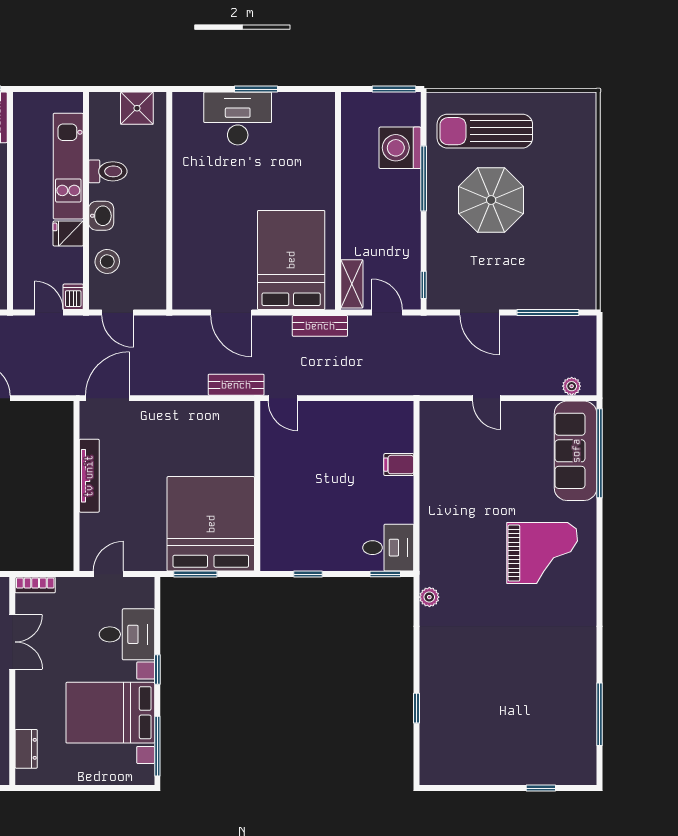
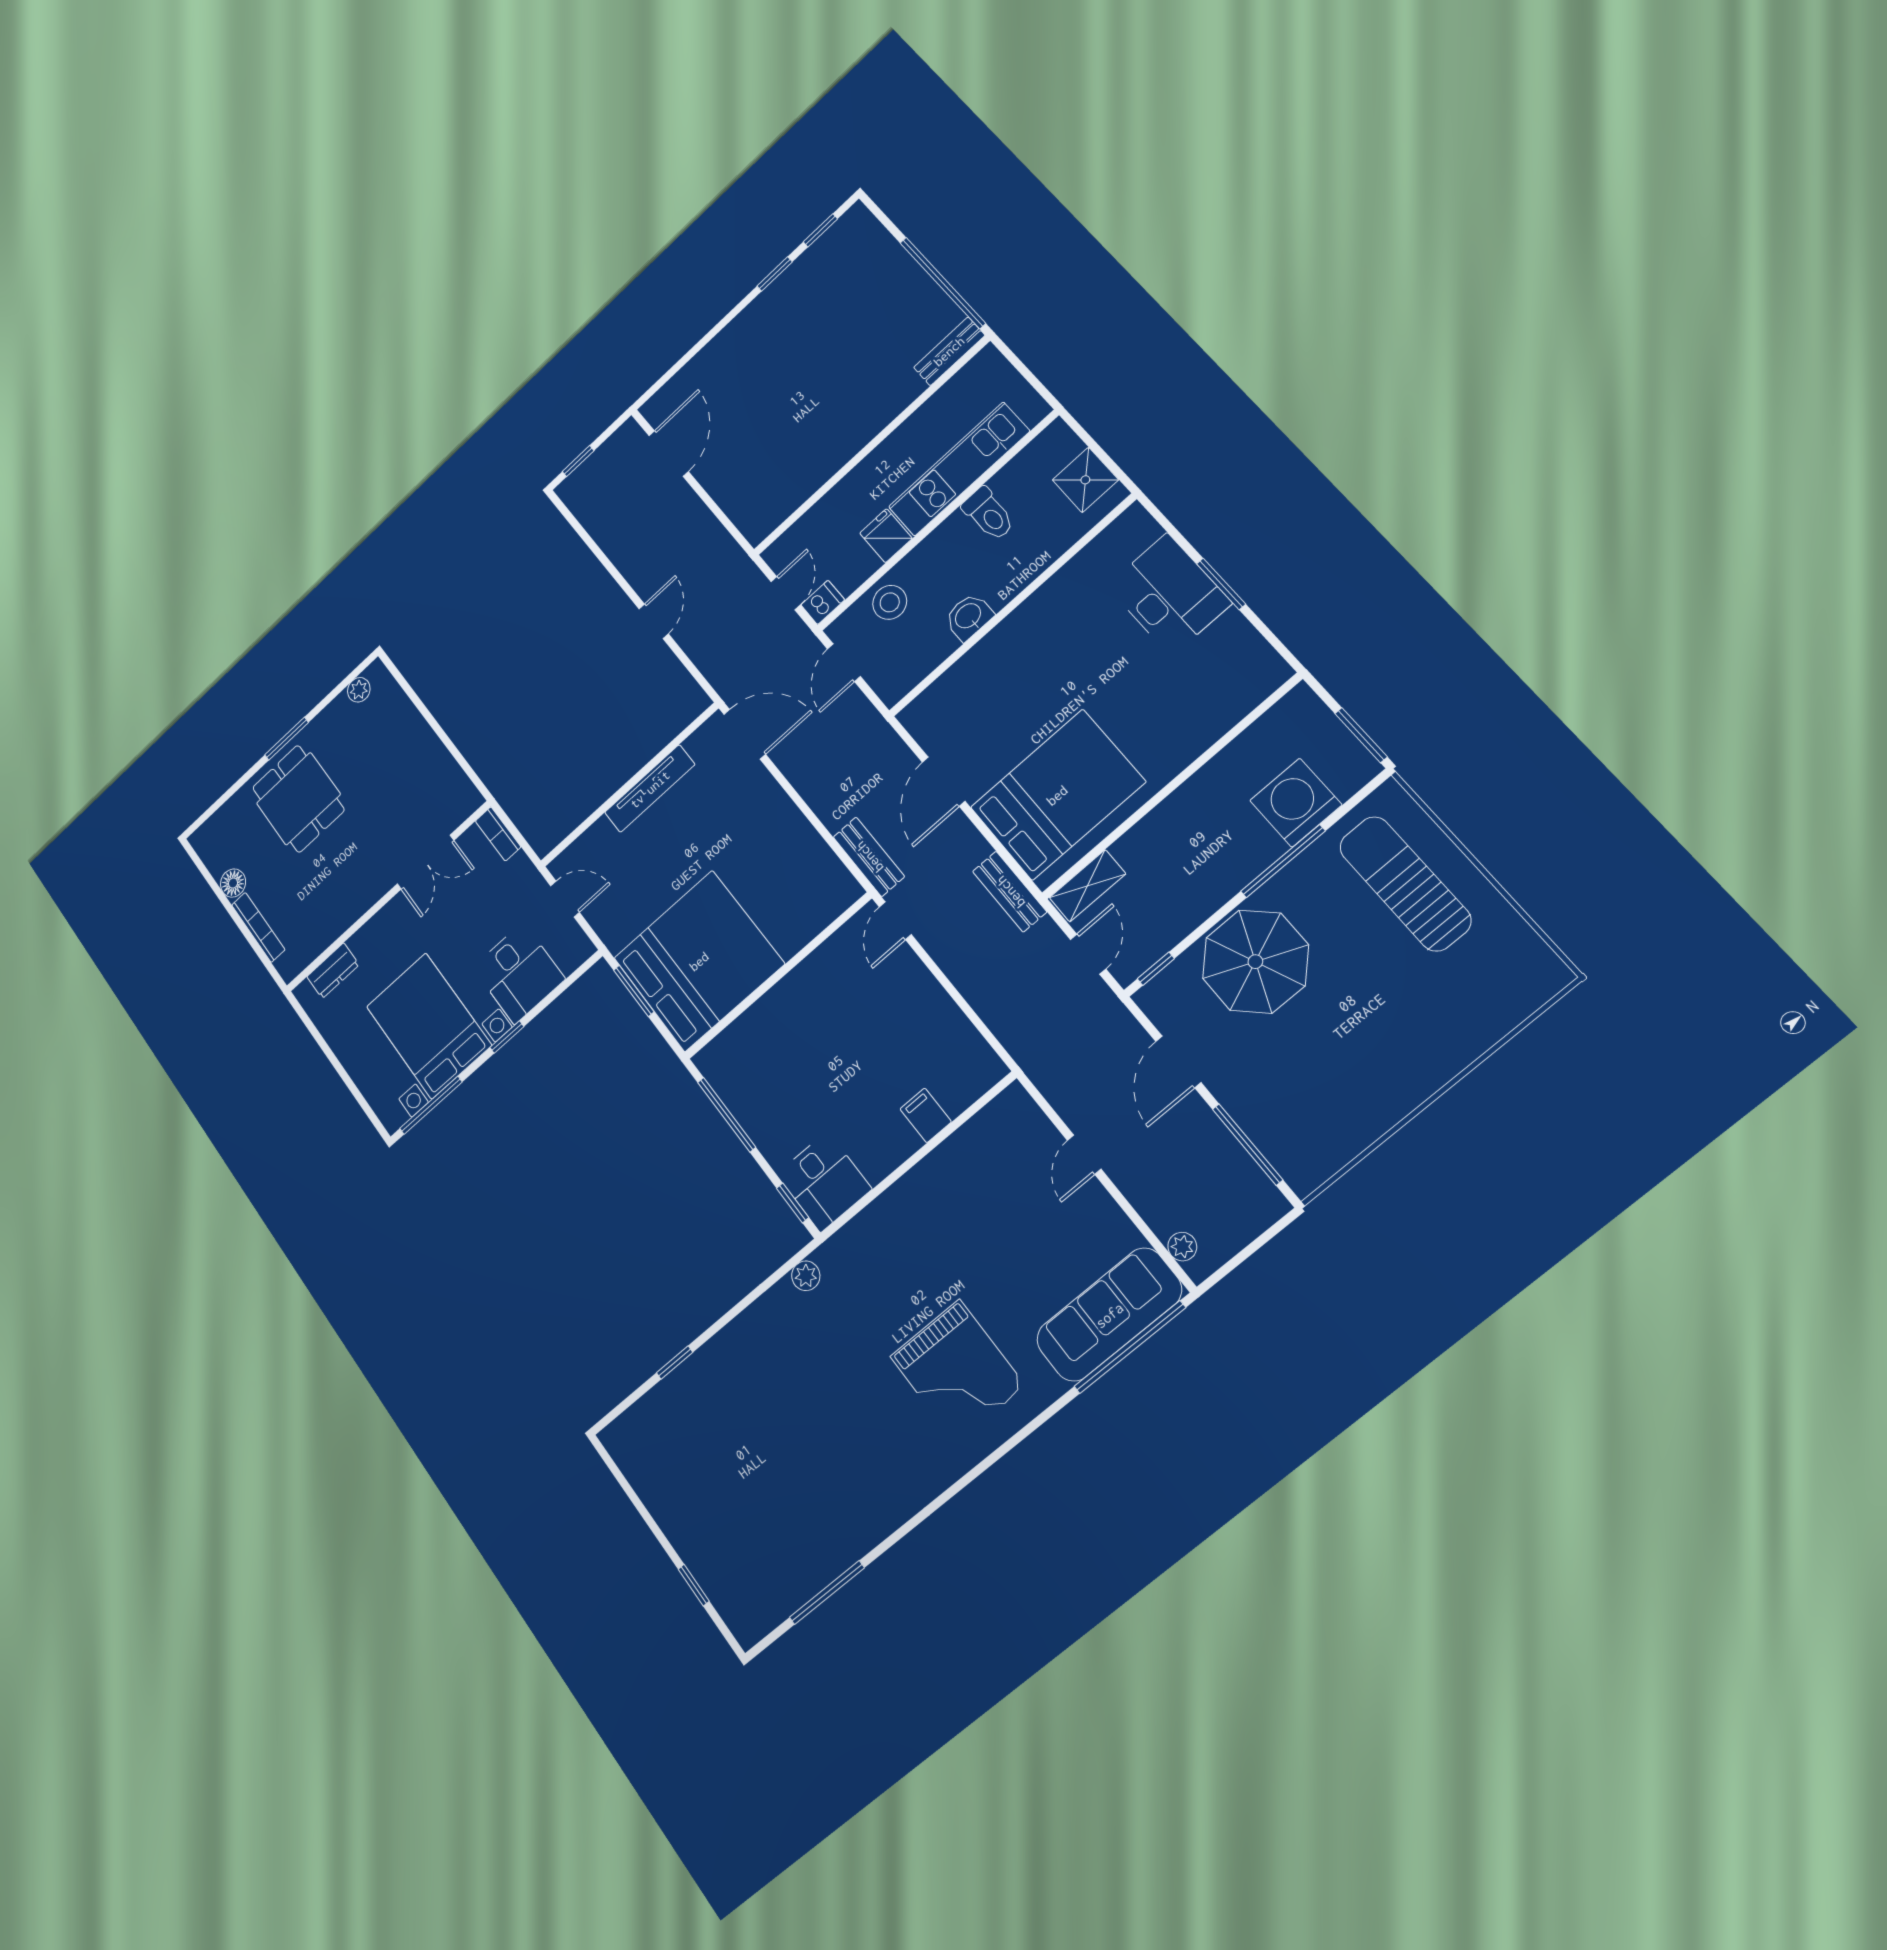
parasol: (491, 200) -> (1255, 962), moved
washbasin: (101, 216) -> (969, 617), moved, turned 180
window: (308, 574) -> (727, 1115), width x2.17

